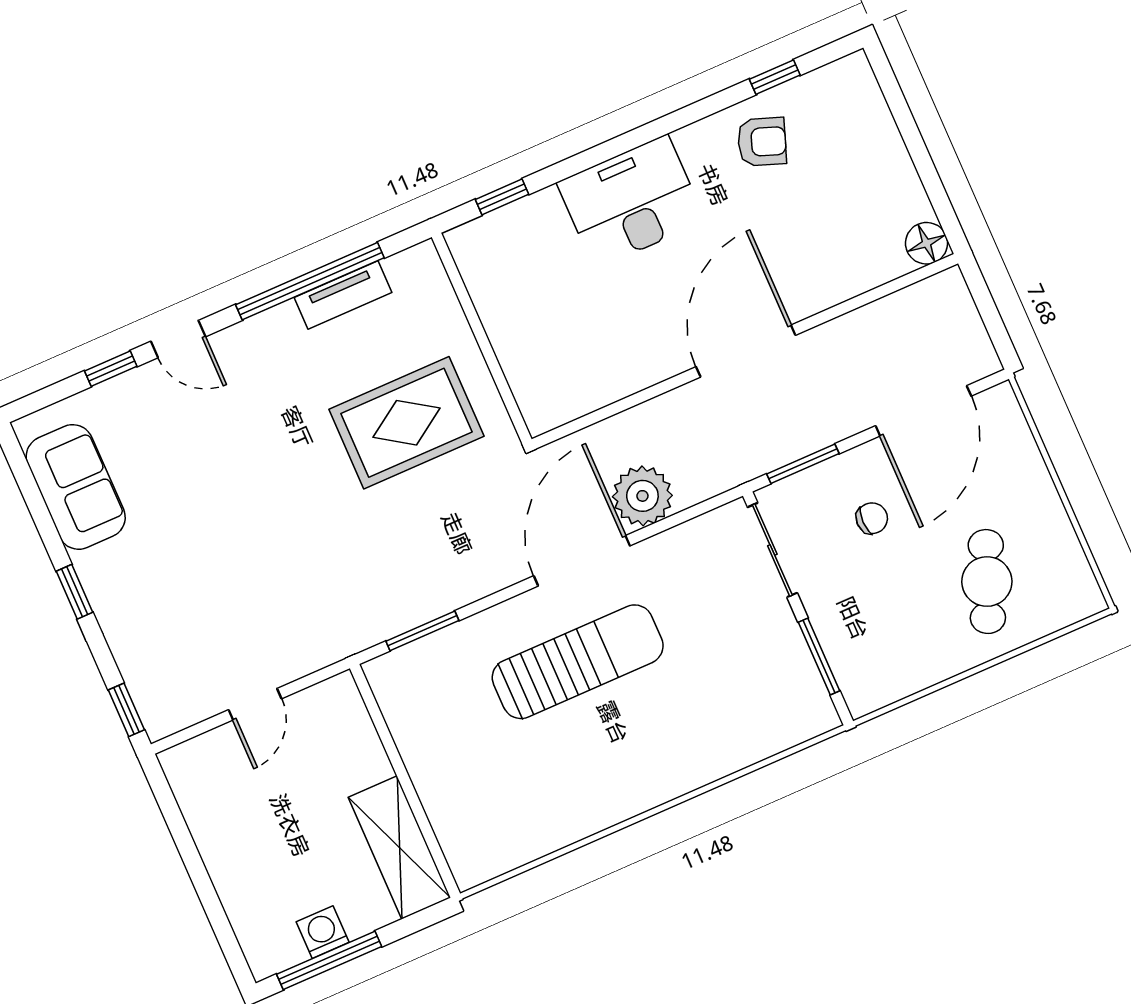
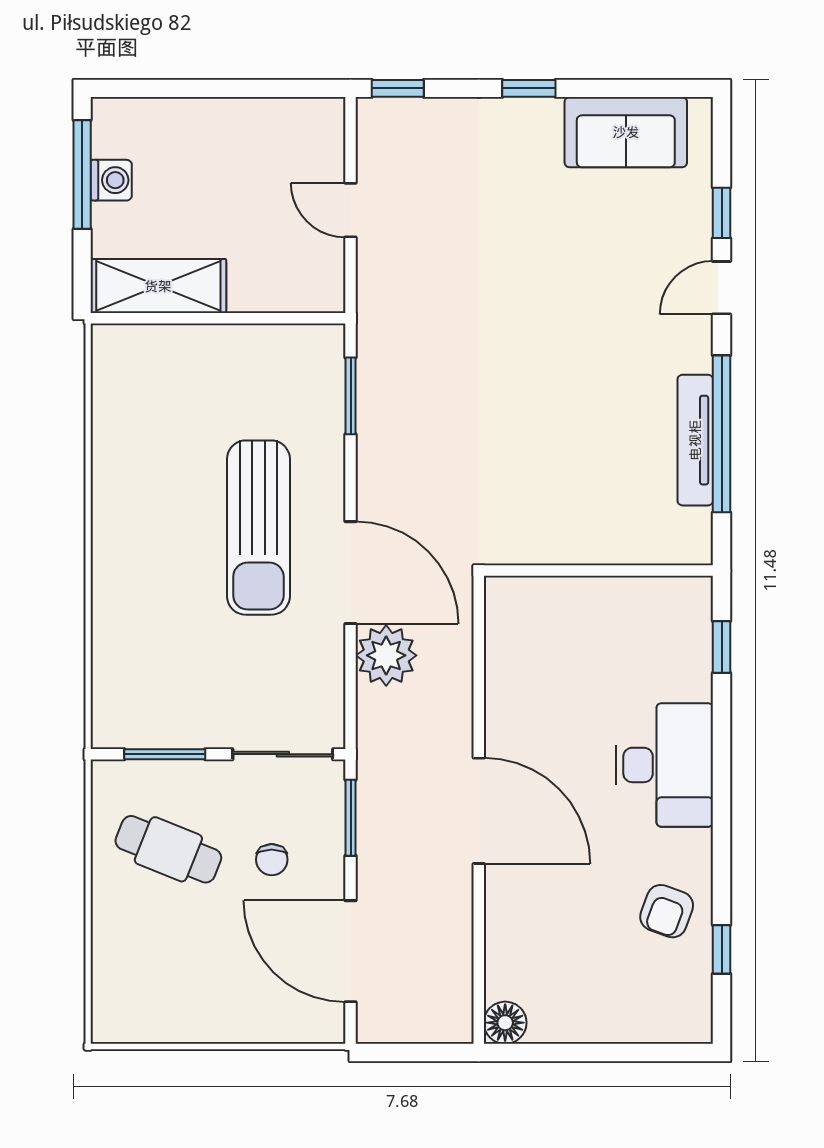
tv unit: (343, 295) -> (695, 440), width x1.41
rug: (406, 423) -> (551, 466), removed
cafe table: (987, 582) -> (168, 849), moved

